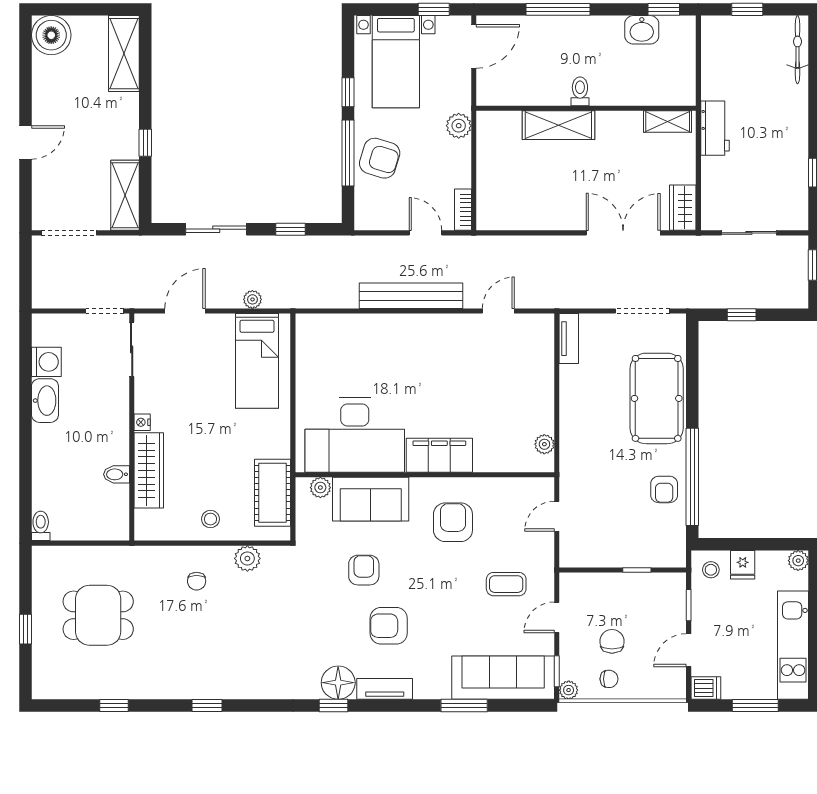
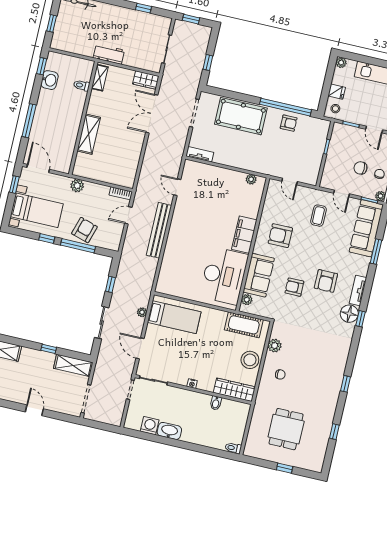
toilet: (580, 91) -> (82, 85), moved
wardrobe: (149, 470) -> (234, 390), moved
stool: (210, 519) -> (250, 360), width x1.89, depth x1.89

